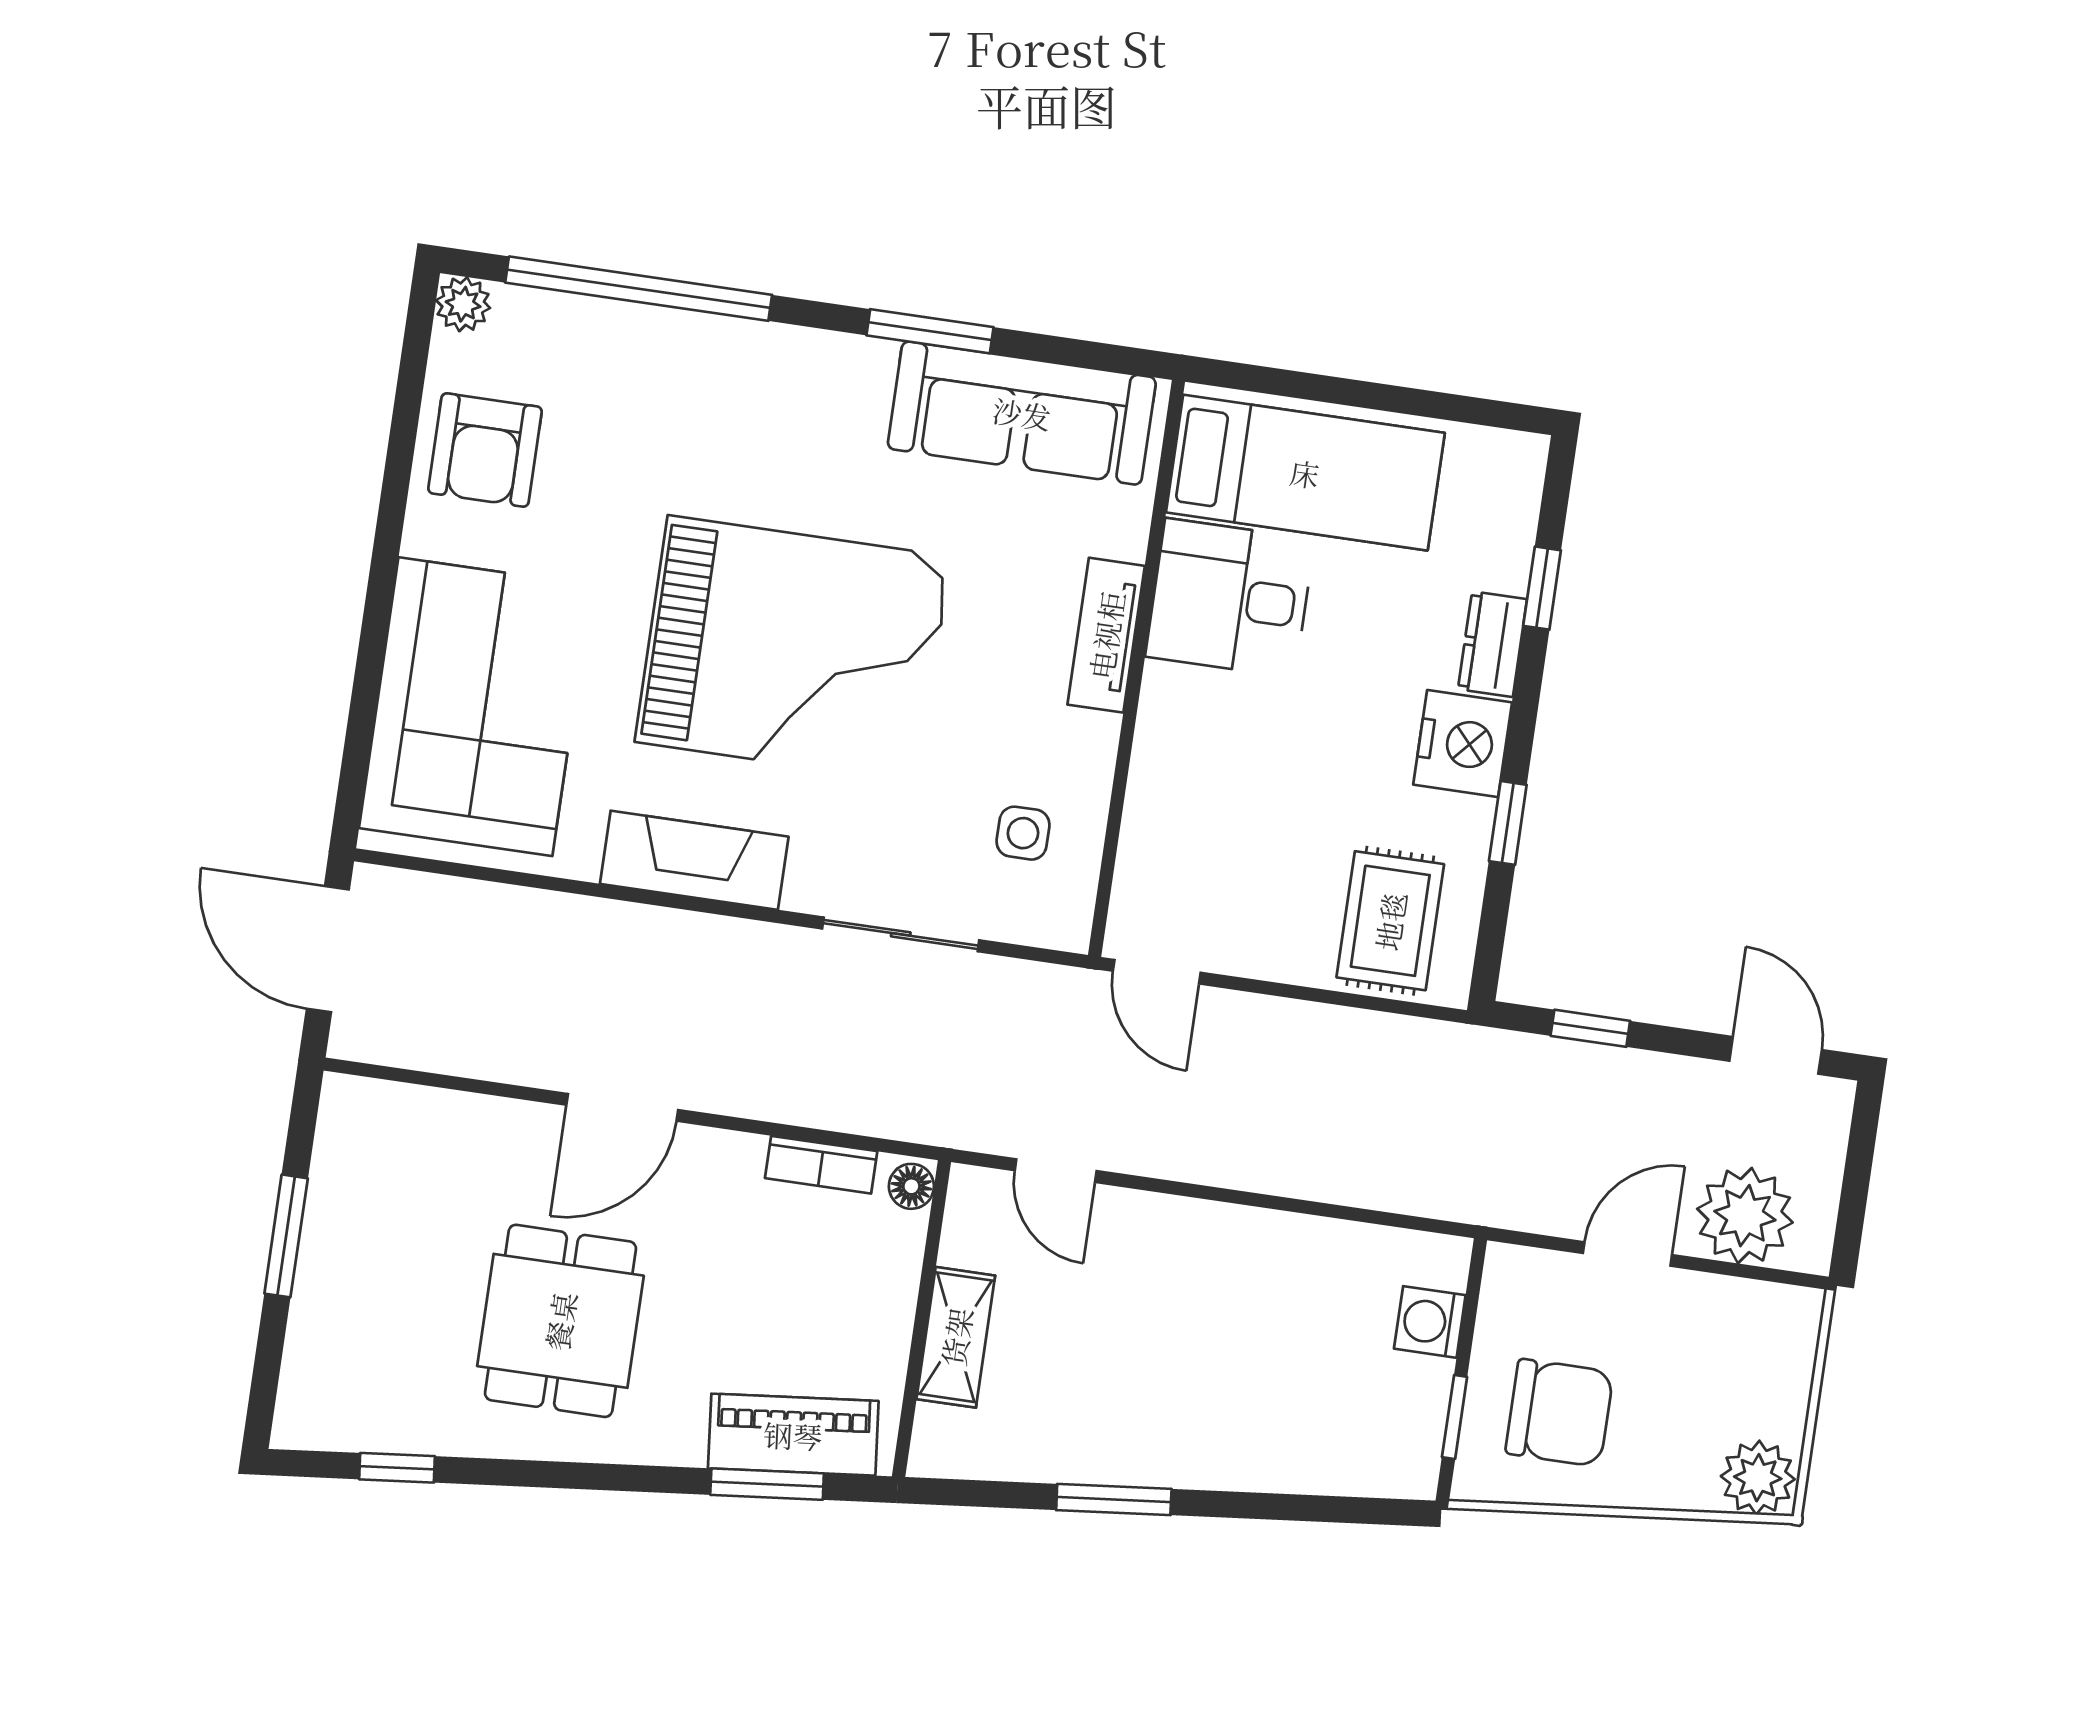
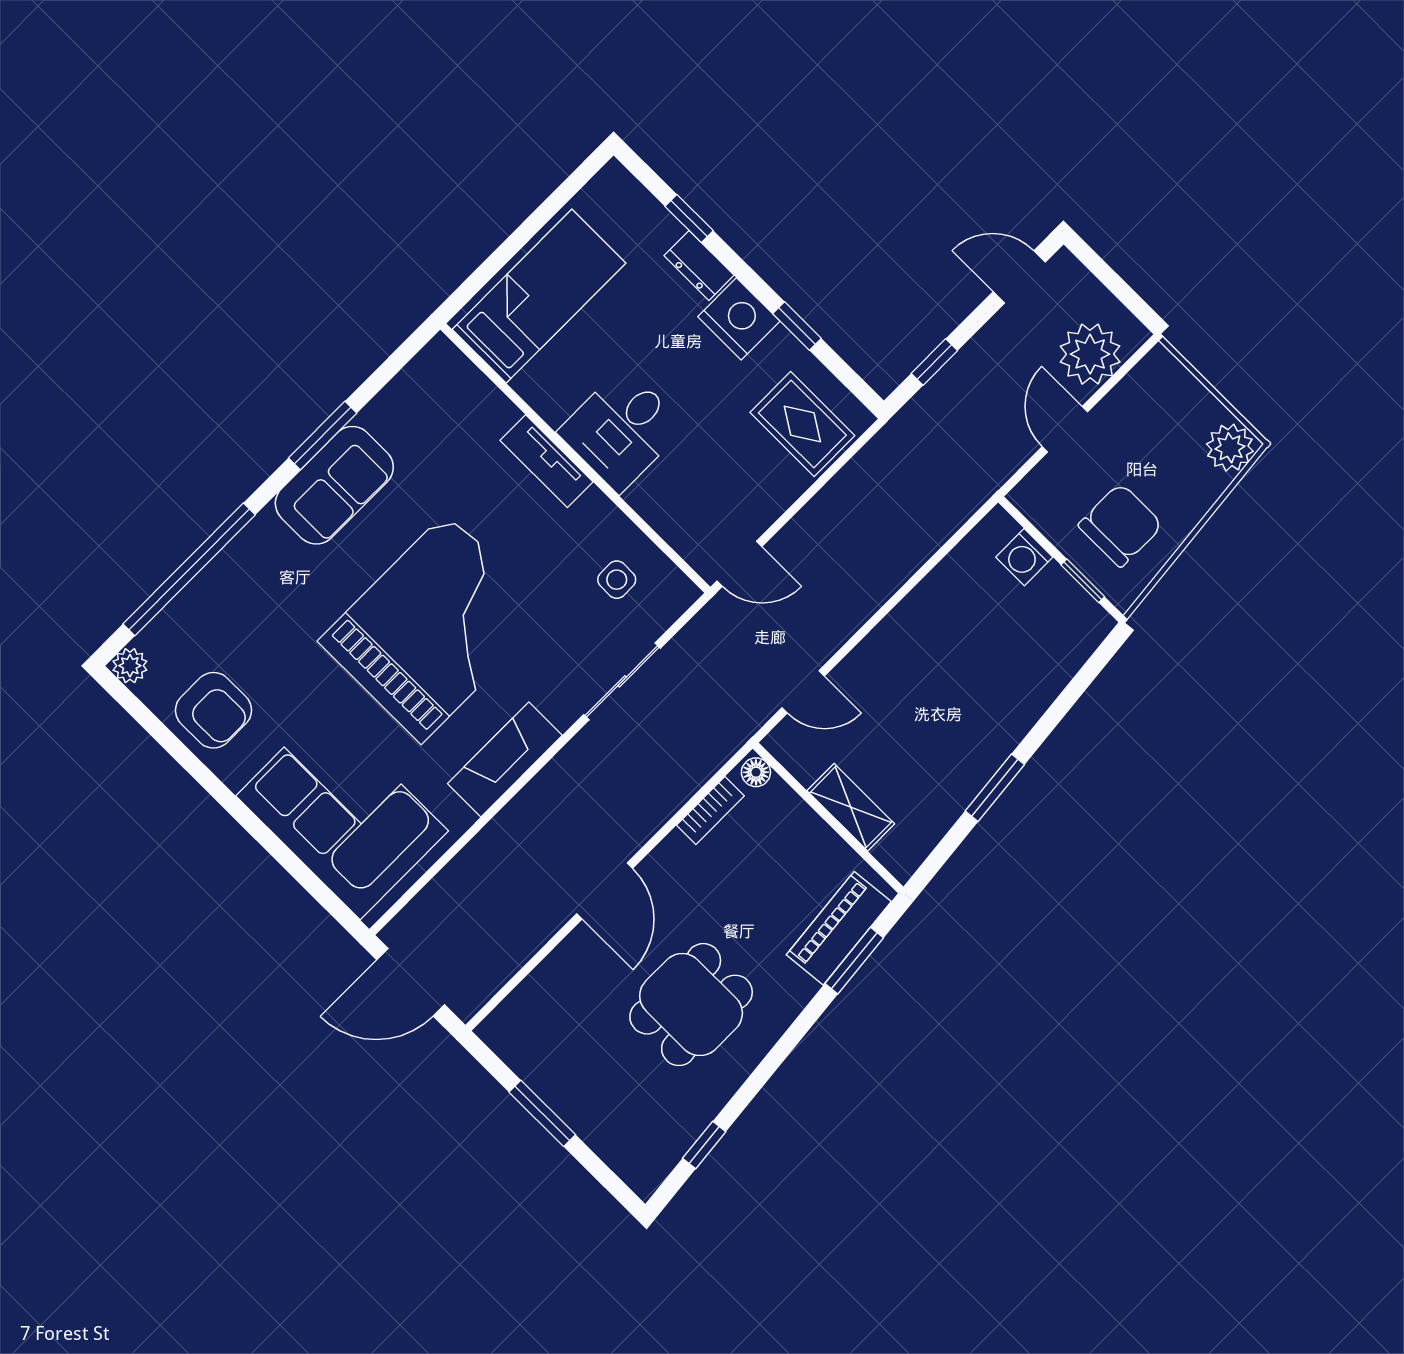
sofa: (1022, 413) -> (334, 485), moved, width x0.73
desk: (1230, 598) -> (621, 430), moved
dining table: (560, 1321) -> (691, 1005), turned 90

